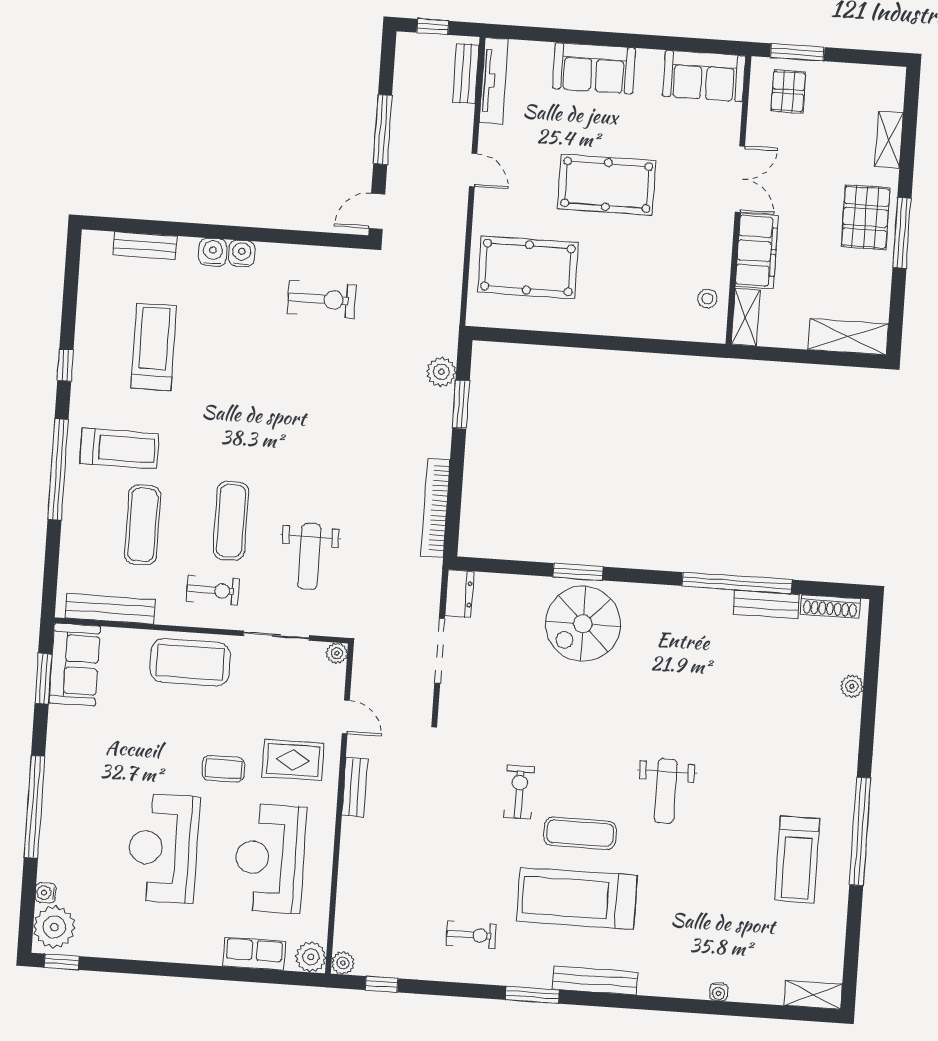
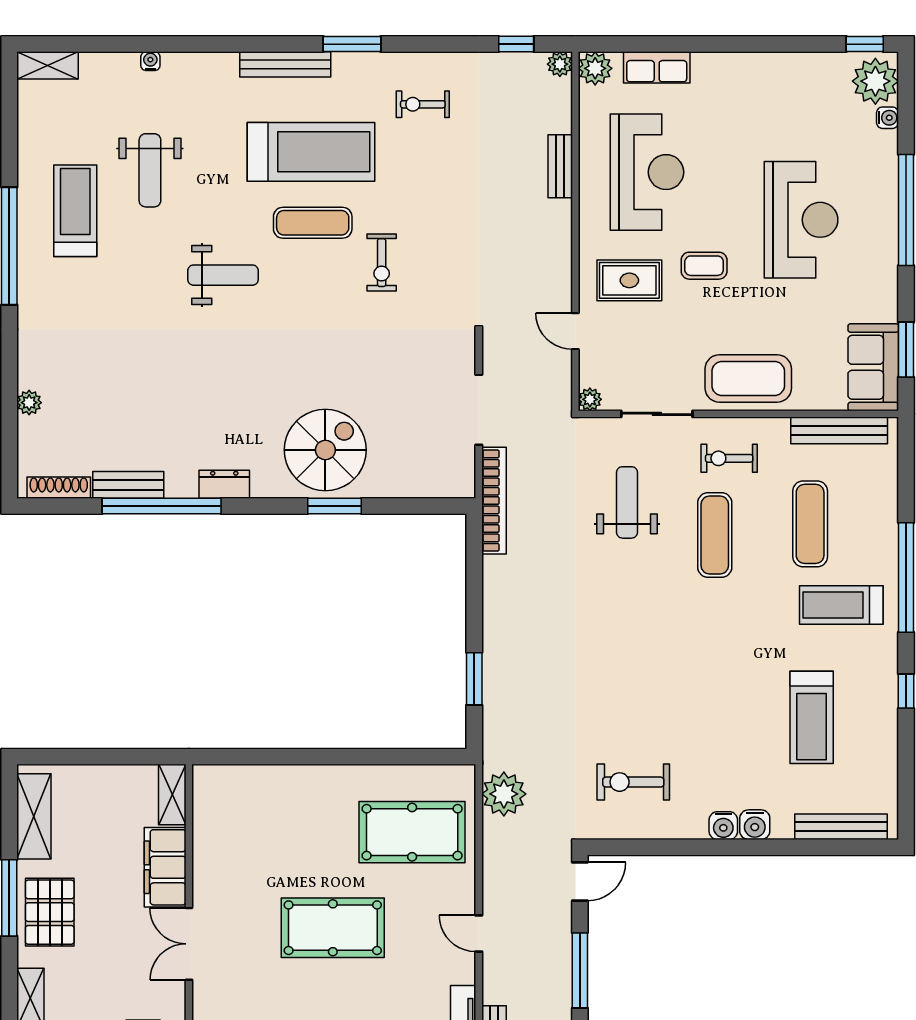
bench: (145, 246) -> (841, 827), width x1.36
stool: (707, 299) -> (215, 812), removed
shelving: (848, 337) -> (34, 816), moved, turned 90
plant: (441, 372) -> (504, 794), moved, width x1.36, depth x1.36
bookcase: (436, 508) -> (494, 501), moved
dresser: (459, 594) -> (224, 484), moved, turned 90
bench: (355, 787) -> (560, 166), moved
weight bench: (666, 791) -> (223, 275), turned 90
reception desk: (163, 848) -> (801, 220), moved
weight bench: (726, 892) -> (150, 170), added

